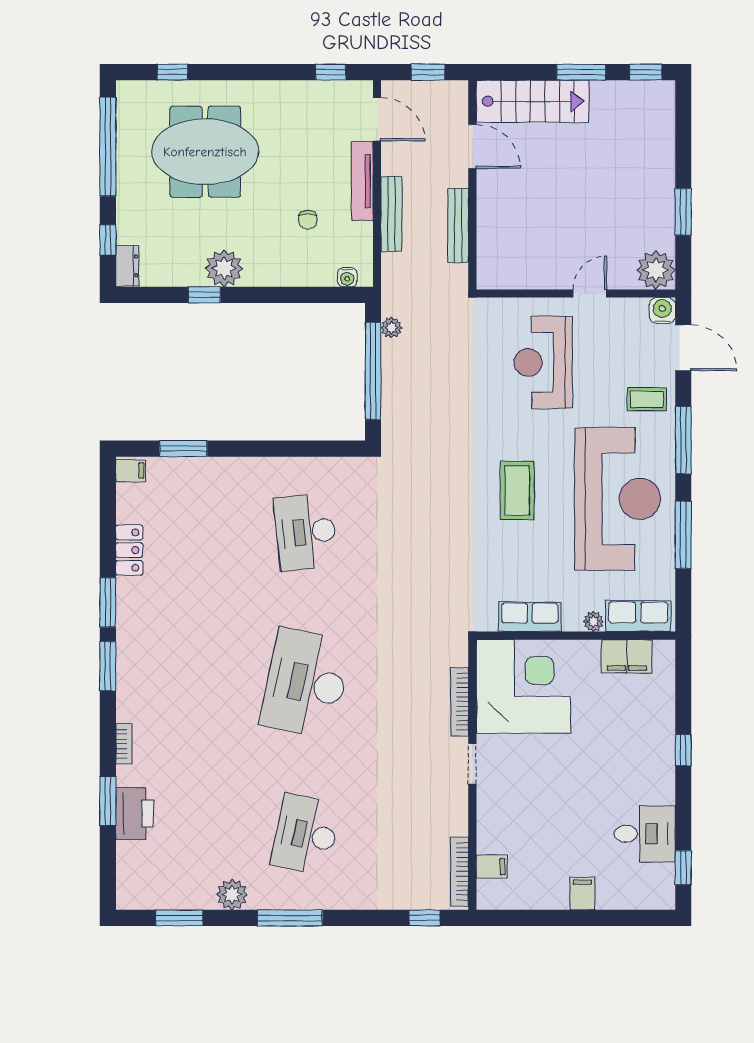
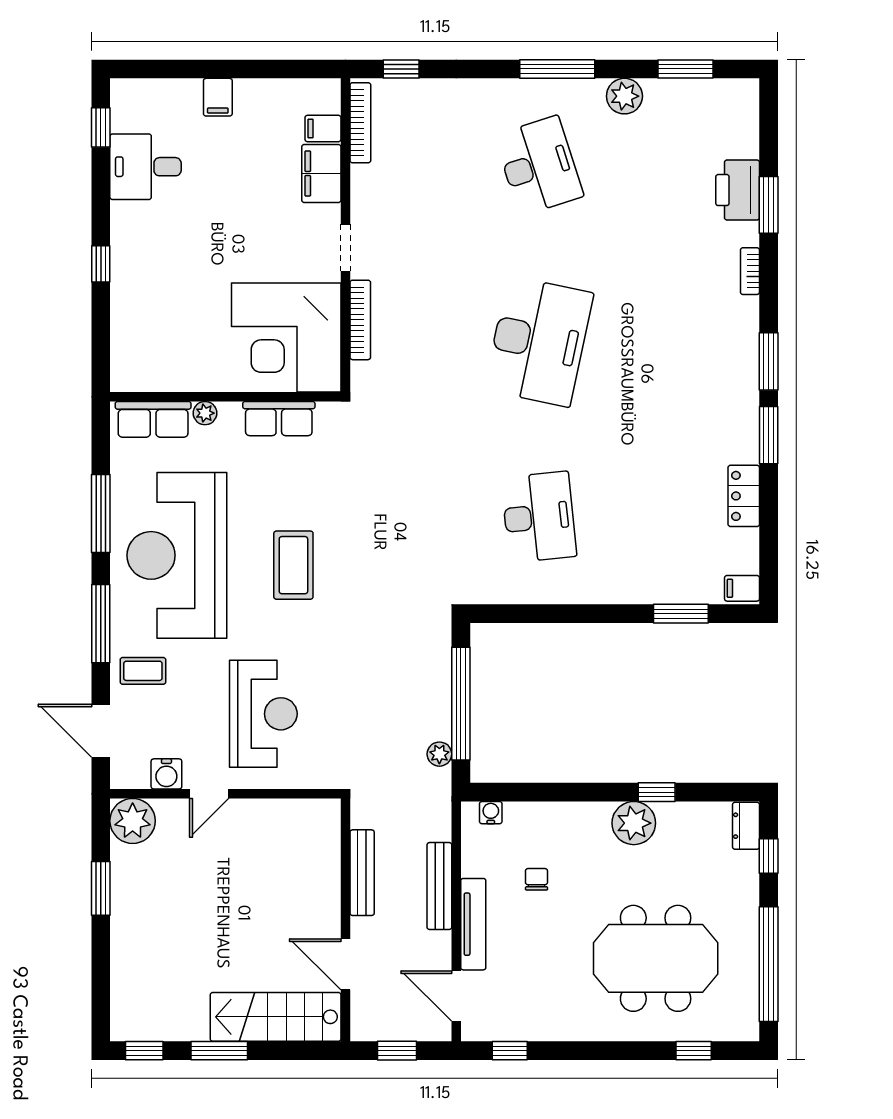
water cooler: (662, 311) -> (166, 774), moved
filing cabinet: (627, 656) -> (321, 173), moved, turned -90
desk: (306, 835) -> (539, 166), turned -30

